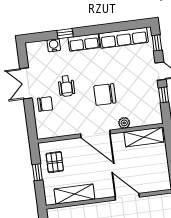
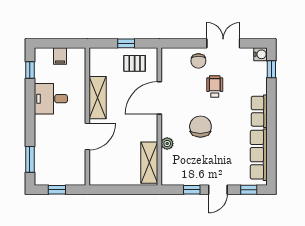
window: (65, 34) -> (271, 69), moved
water cooler: (54, 45) -> (260, 54), moved
wheelchair: (66, 86) -> (215, 86), turned 90
door: (95, 134) -> (159, 98), moved
shelving: (74, 194) -> (98, 98), moved

